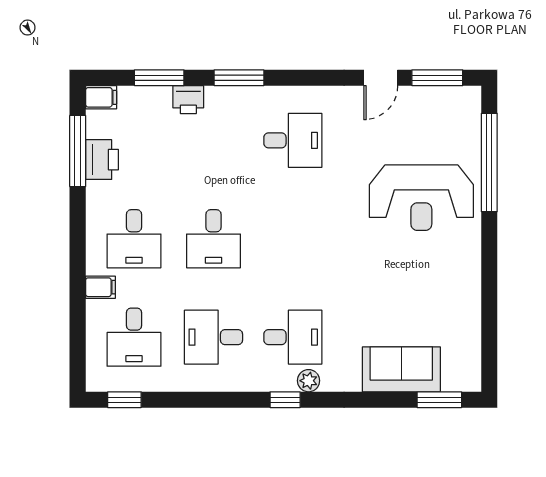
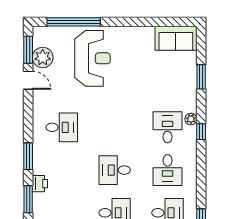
plant: (423, 105) -> (43, 57), added
desk: (293, 140) -> (62, 127), turned 90
desk: (213, 239) -> (115, 170), turned 180
sofa: (401, 369) -> (176, 38), moved, turned -90
window: (439, 400) -> (201, 77), moved

